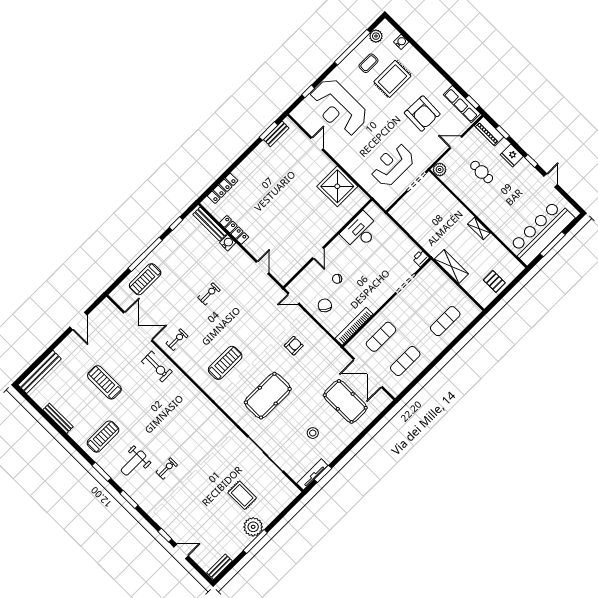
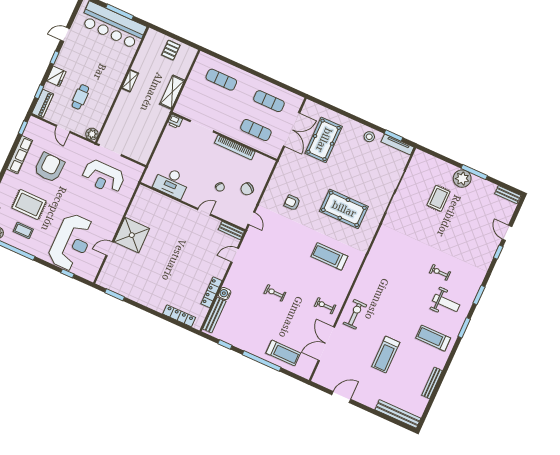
row of seats: (462, 104) -> (20, 155), moved
bench: (276, 134) -> (231, 230), moved
shower: (337, 186) -> (132, 235), moved
bookcase: (354, 326) -> (235, 147), moved
stool: (313, 433) -> (369, 137), moved

